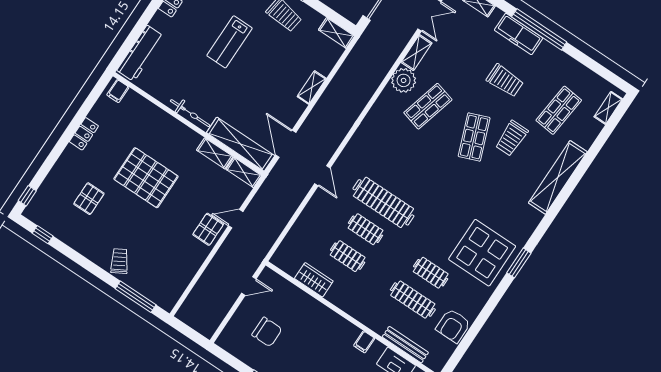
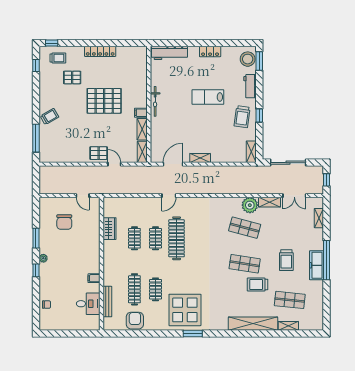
freezer: (519, 34) -> (316, 265), moved
shelving: (312, 88) -> (200, 158), moved
filing cabinet: (118, 91) -> (141, 113), moved
shelving: (608, 108) -> (288, 326), moved
locker: (84, 134) -> (100, 51), width x1.53
shop shelf: (474, 137) -> (245, 264), turned 30
shelving: (241, 144) -> (156, 140), removed
pallet: (146, 178) -> (104, 101), turned 90
trolley: (52, 200) -> (58, 58), added
armchair: (453, 326) -> (135, 321), turned 90

